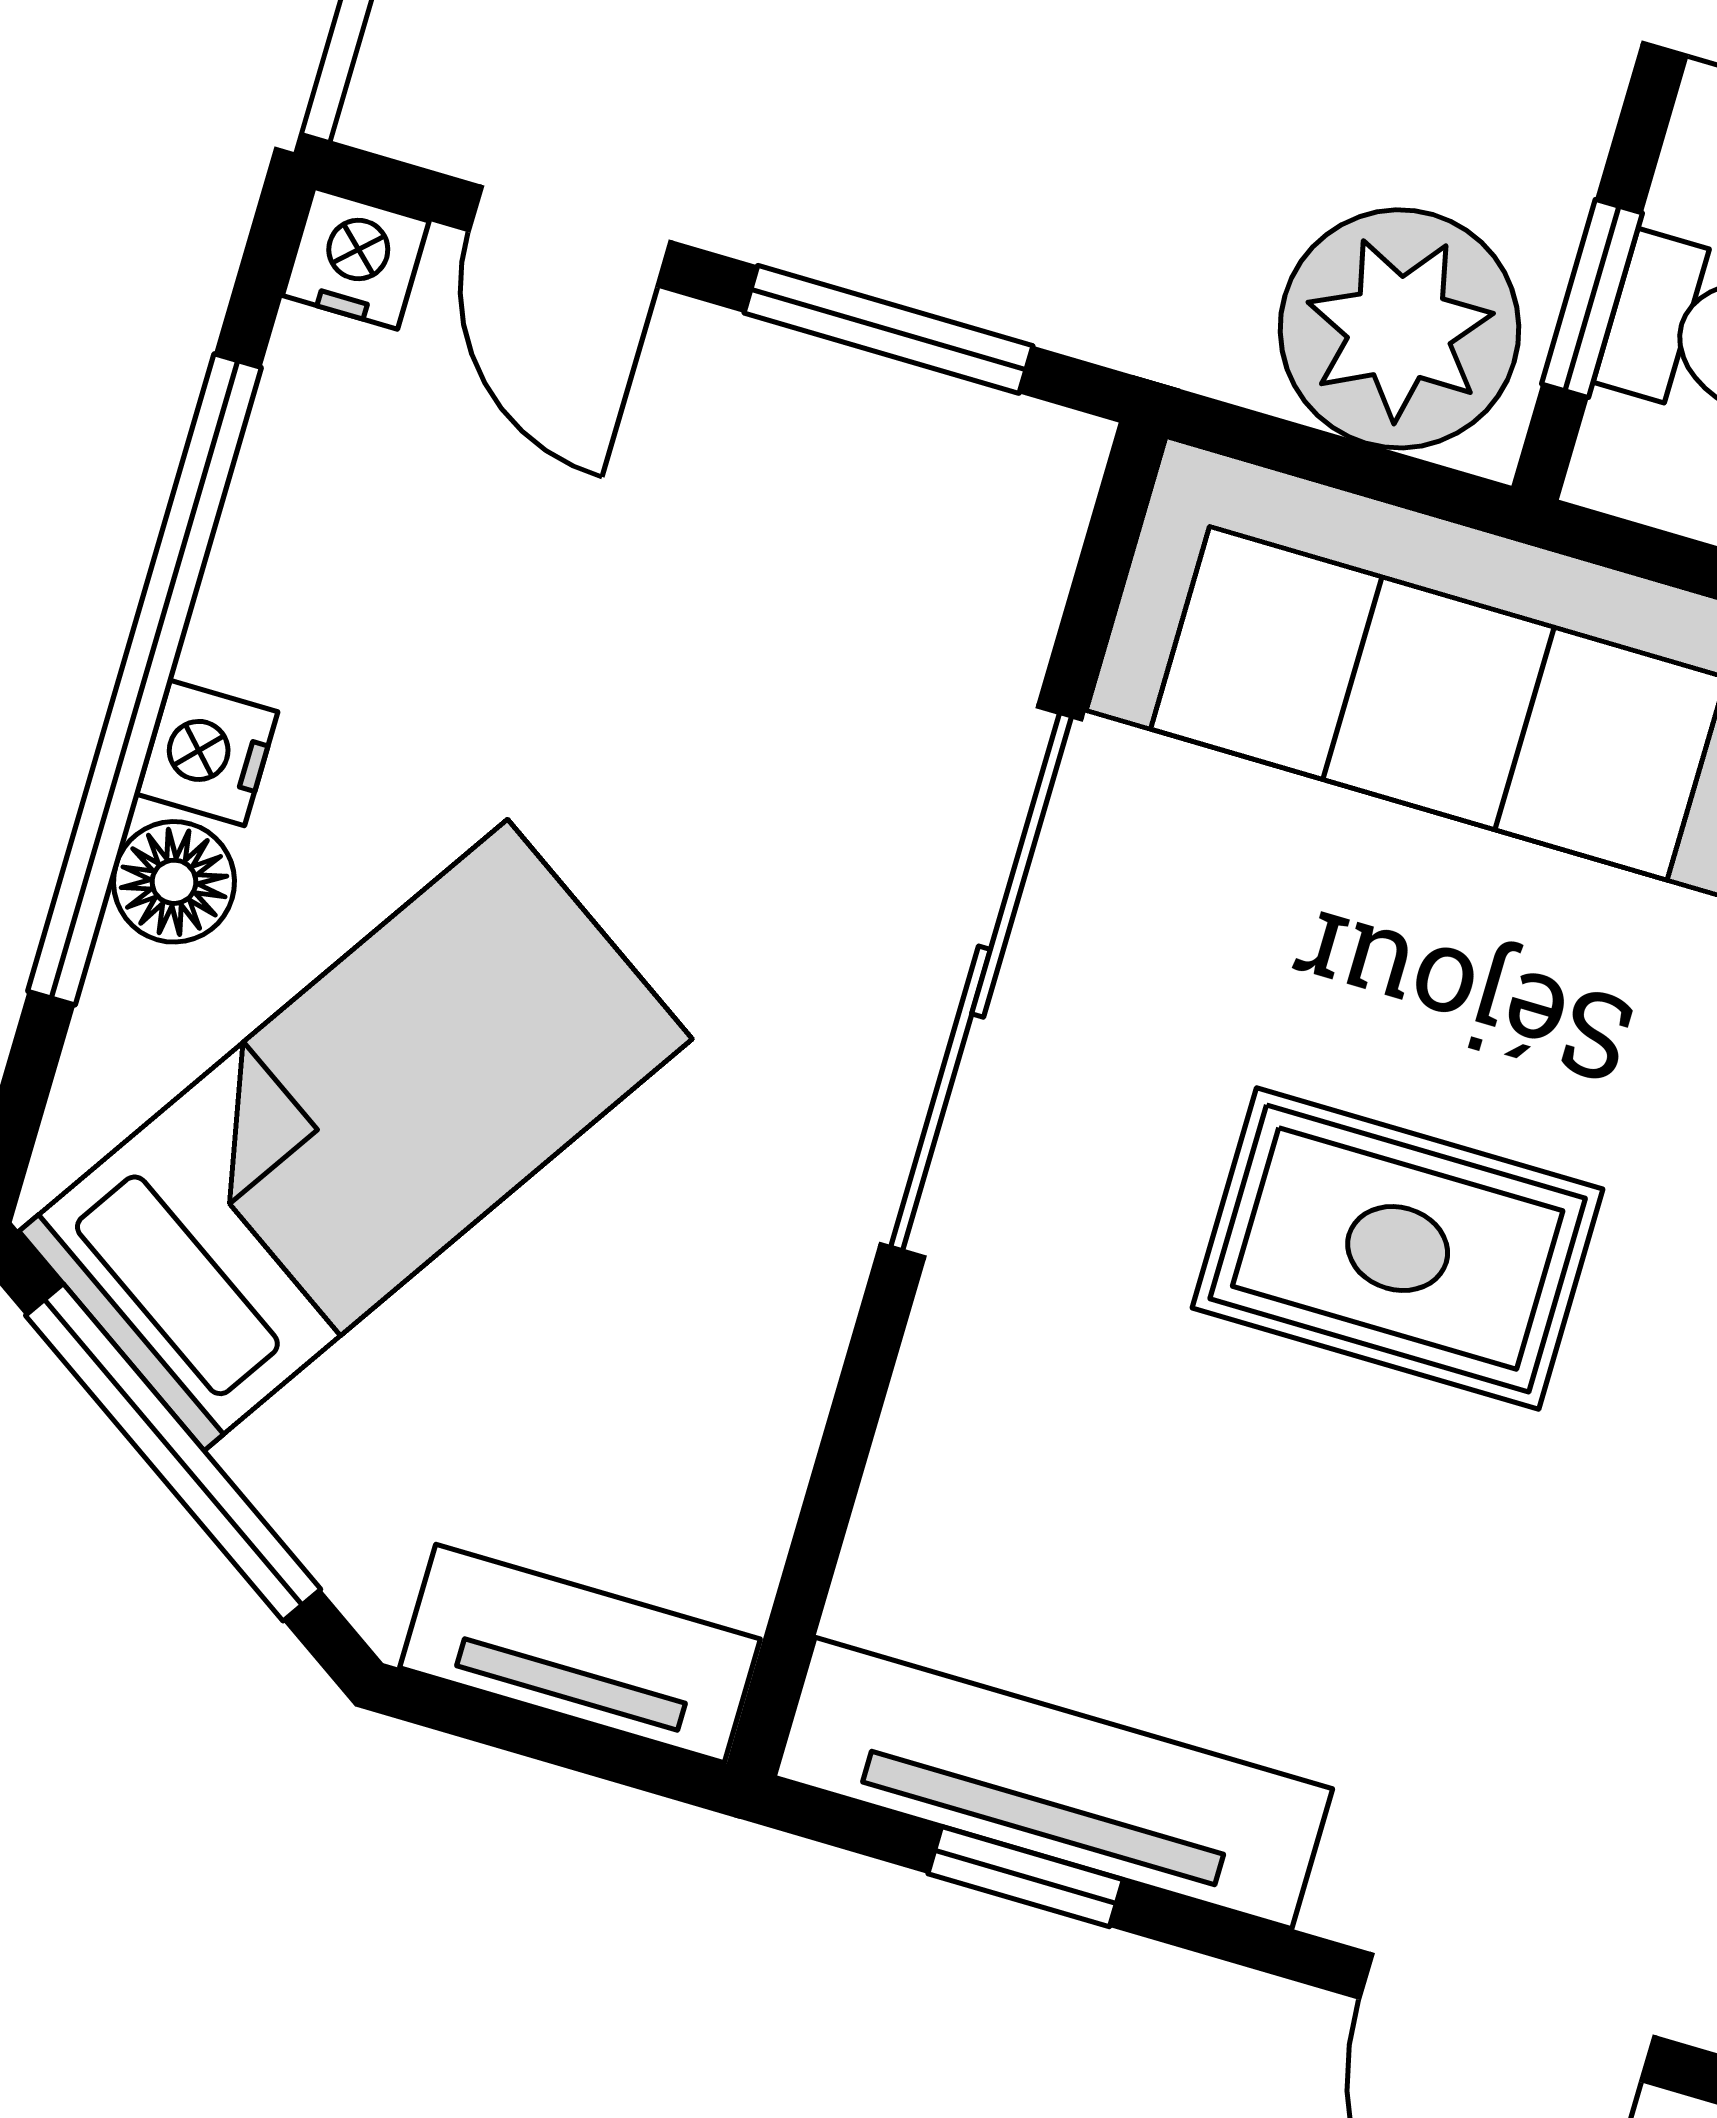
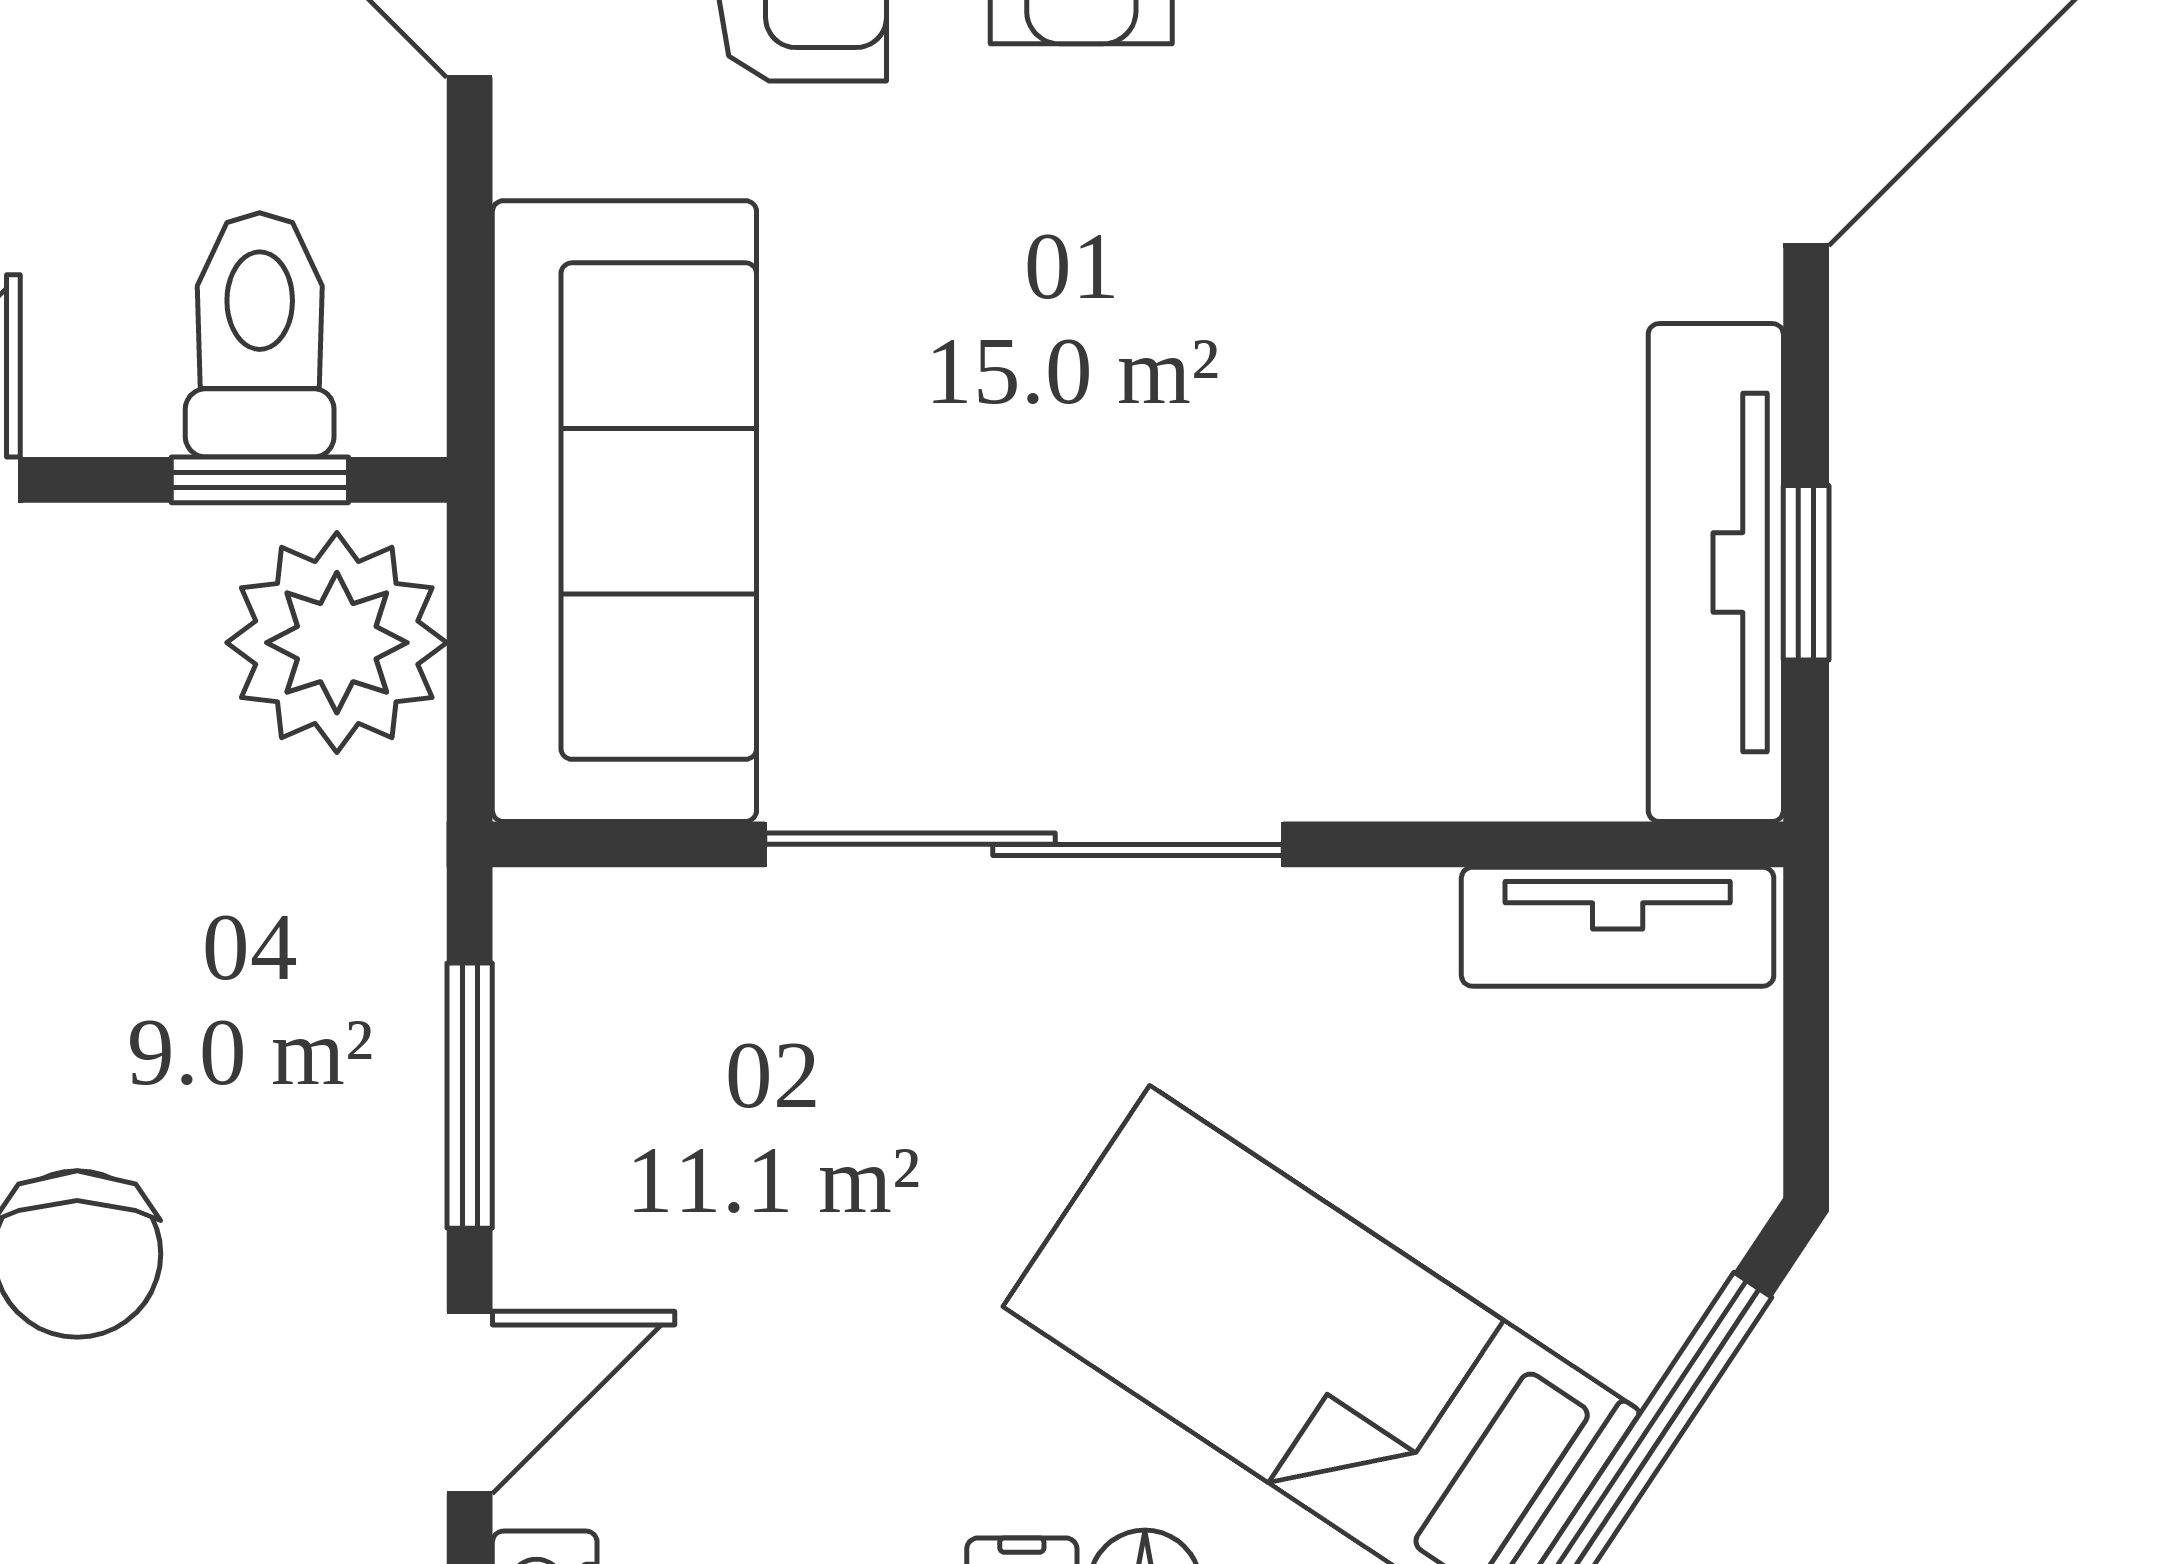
rug: (1398, 1248) -> (1153, 406), removed
tv unit: (580, 1653) -> (1618, 927), moved, turned -90

